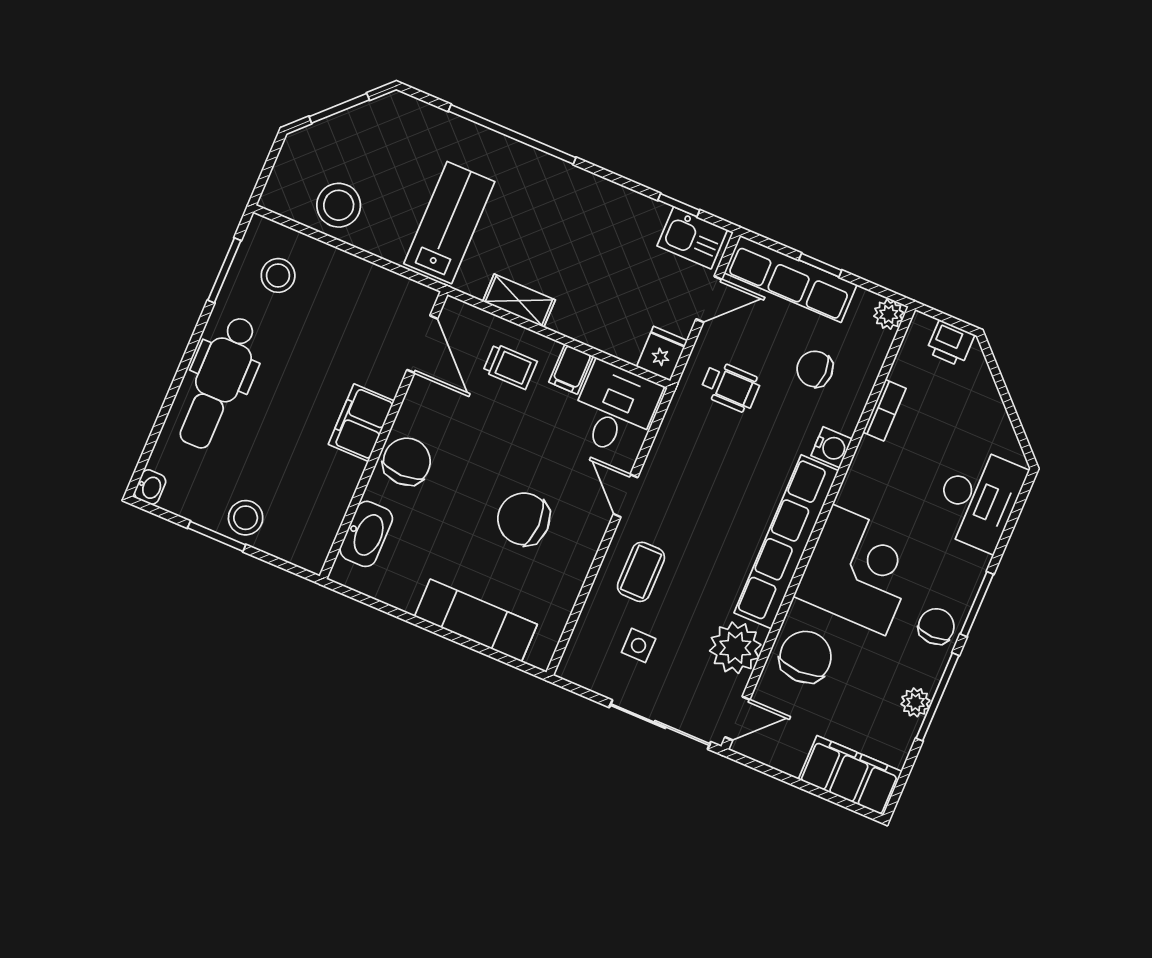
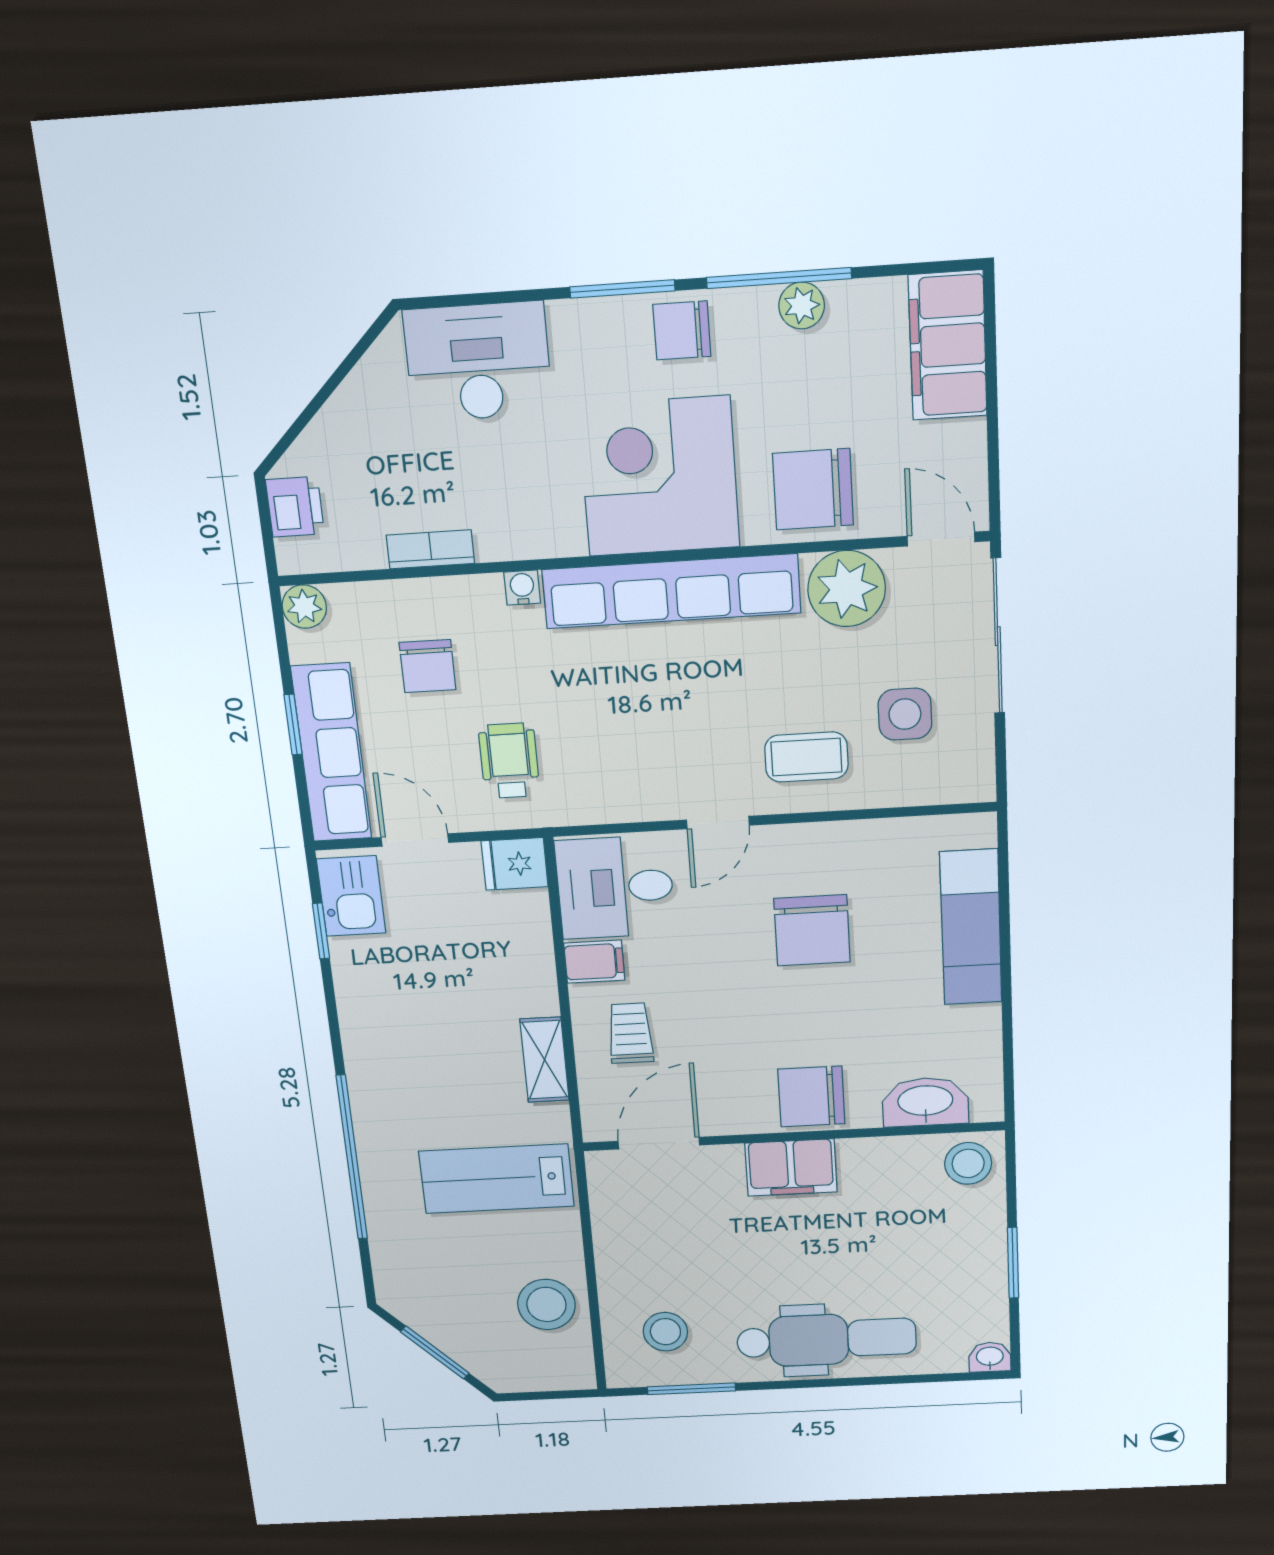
water cooler: (831, 447) -> (522, 588), width x0.72, depth x0.72
stool: (246, 518) -> (968, 1163), moved
side table: (639, 645) -> (905, 714), width x1.37, depth x1.37

